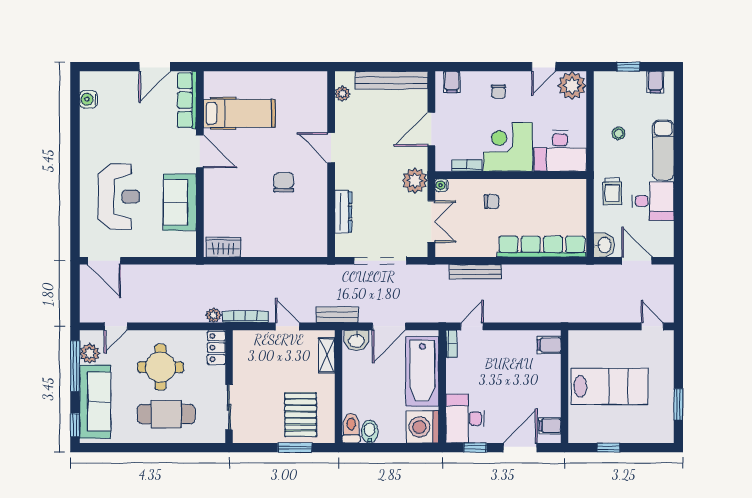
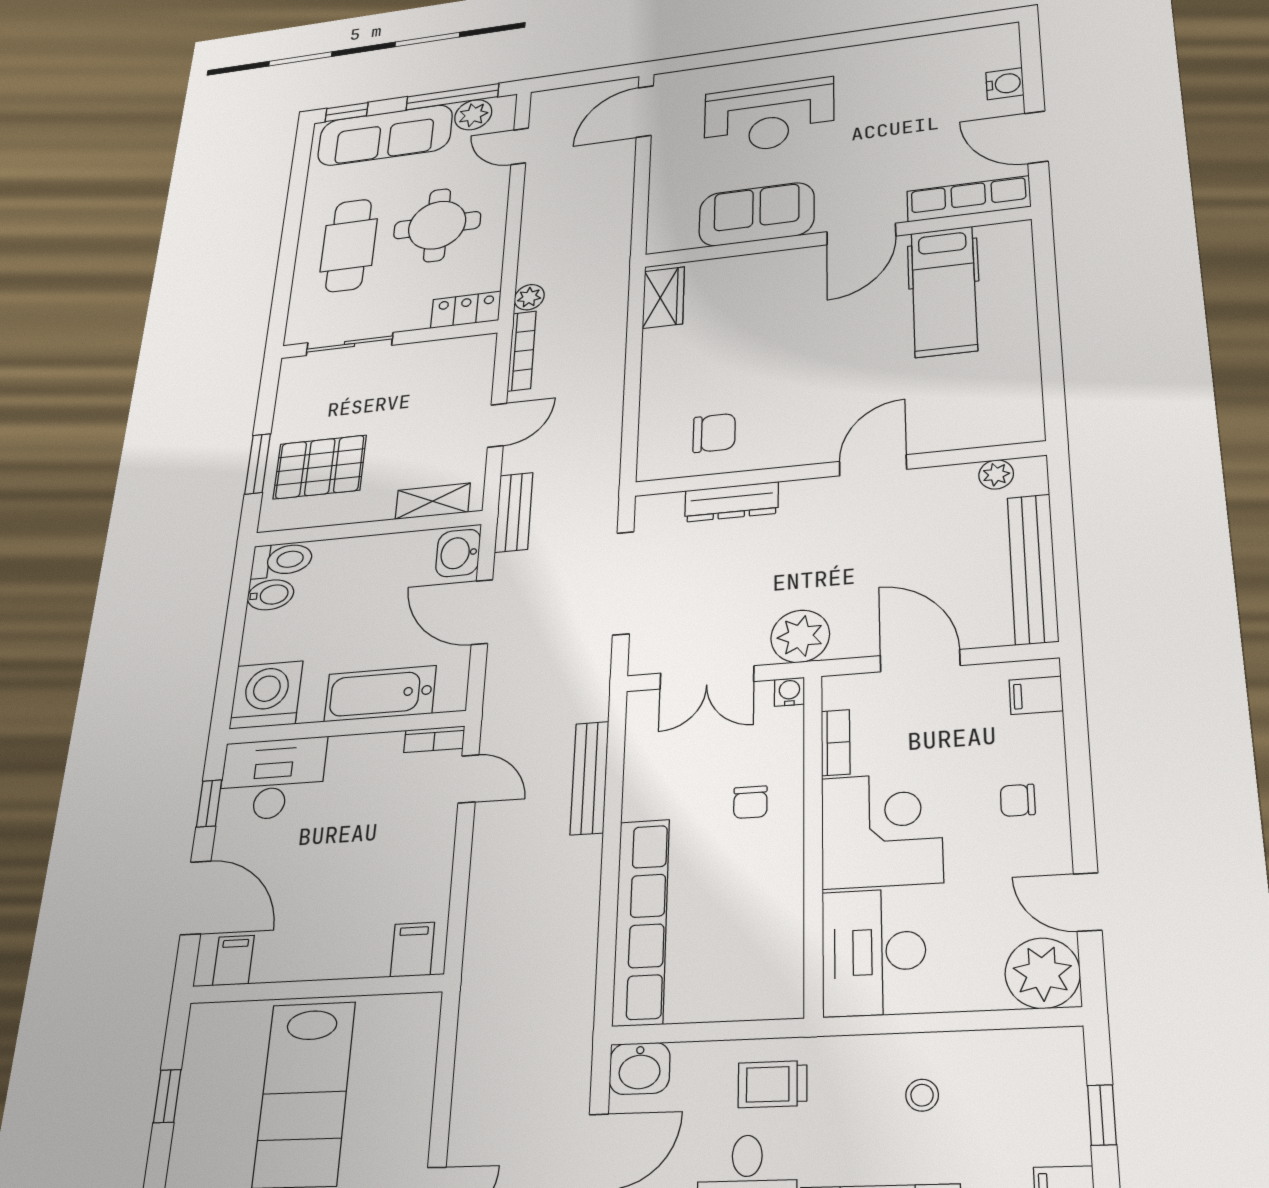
water cooler: (88, 99) -> (1005, 84), moved, turned 90
chair: (284, 182) -> (714, 433), moved
bathtub: (422, 372) -> (380, 694), width x0.73, depth x0.73

